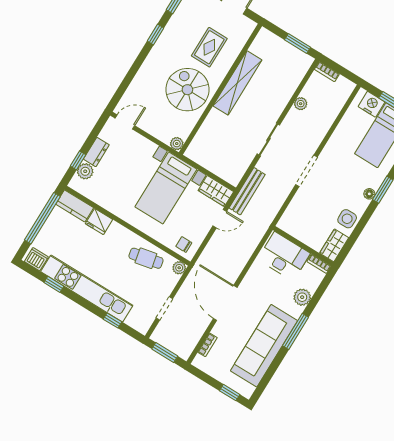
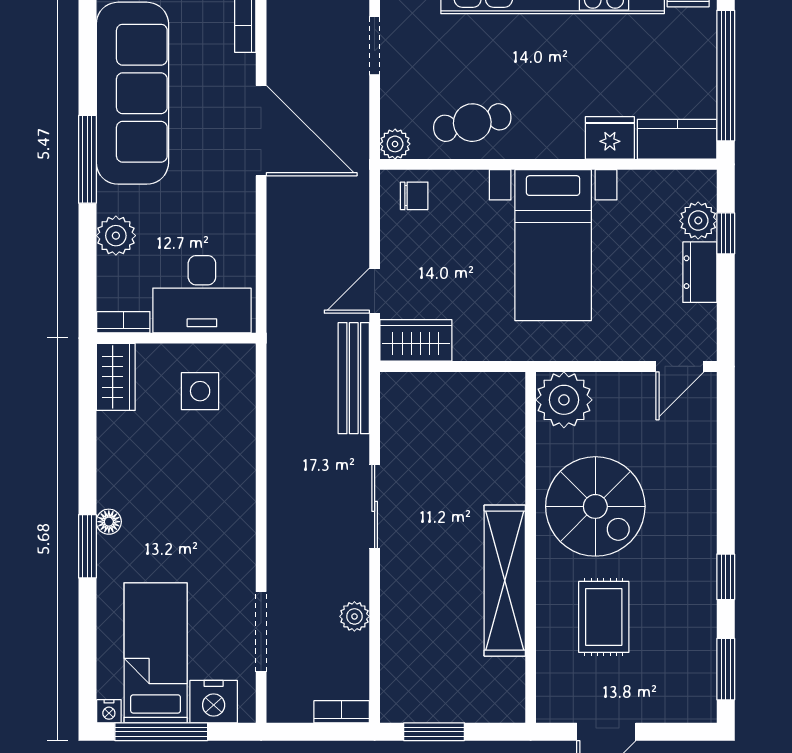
plant: (177, 144) -> (564, 400), width x1.88, depth x1.88
doorway: (307, 171) -> (261, 632), moved
bed with nightstands: (166, 188) -> (553, 245), moved, turned 180
side table: (347, 219) -> (200, 391), moved

